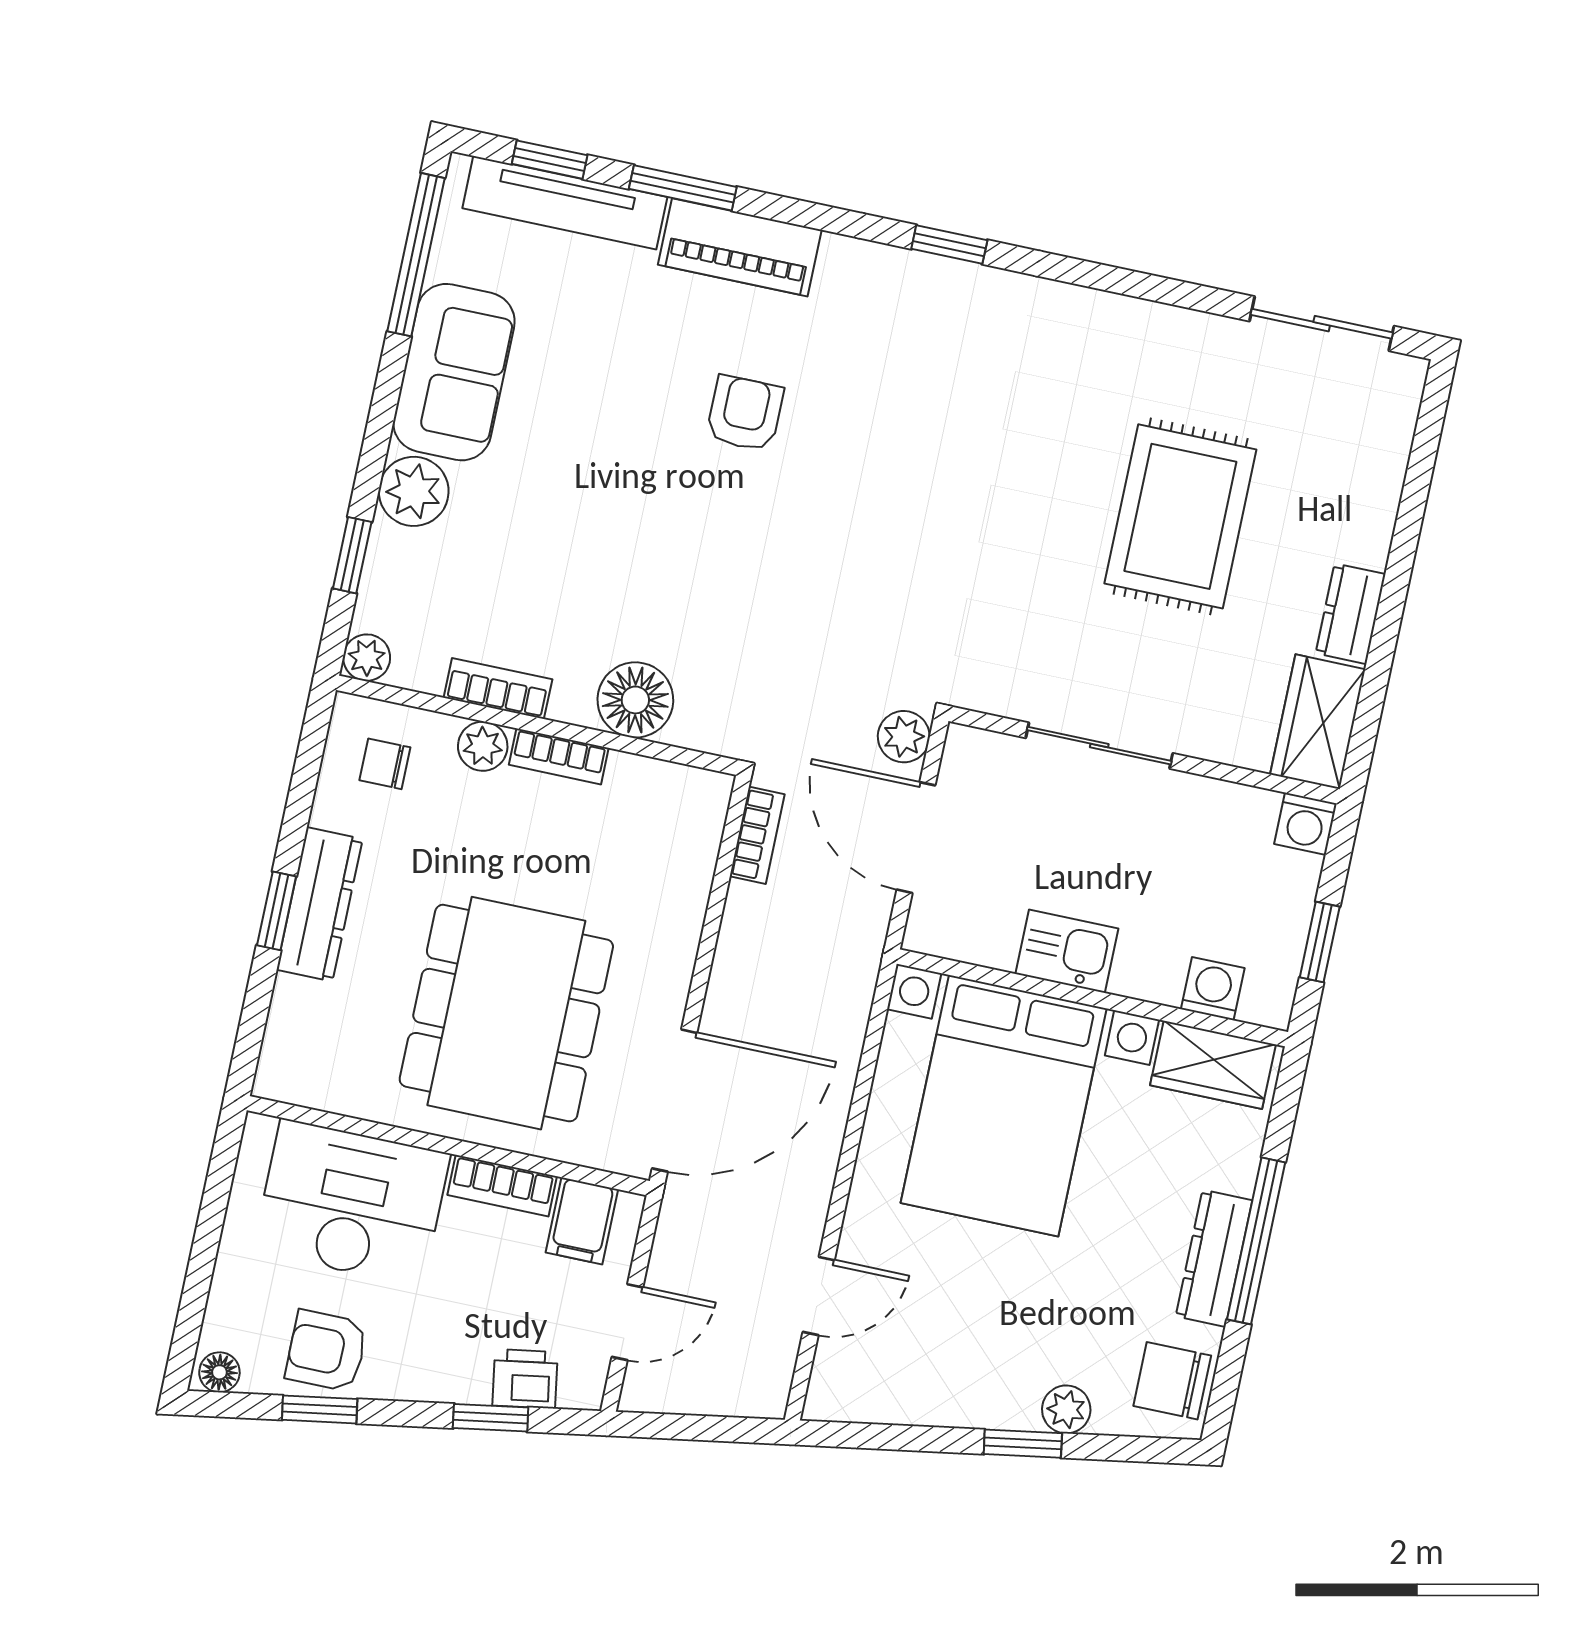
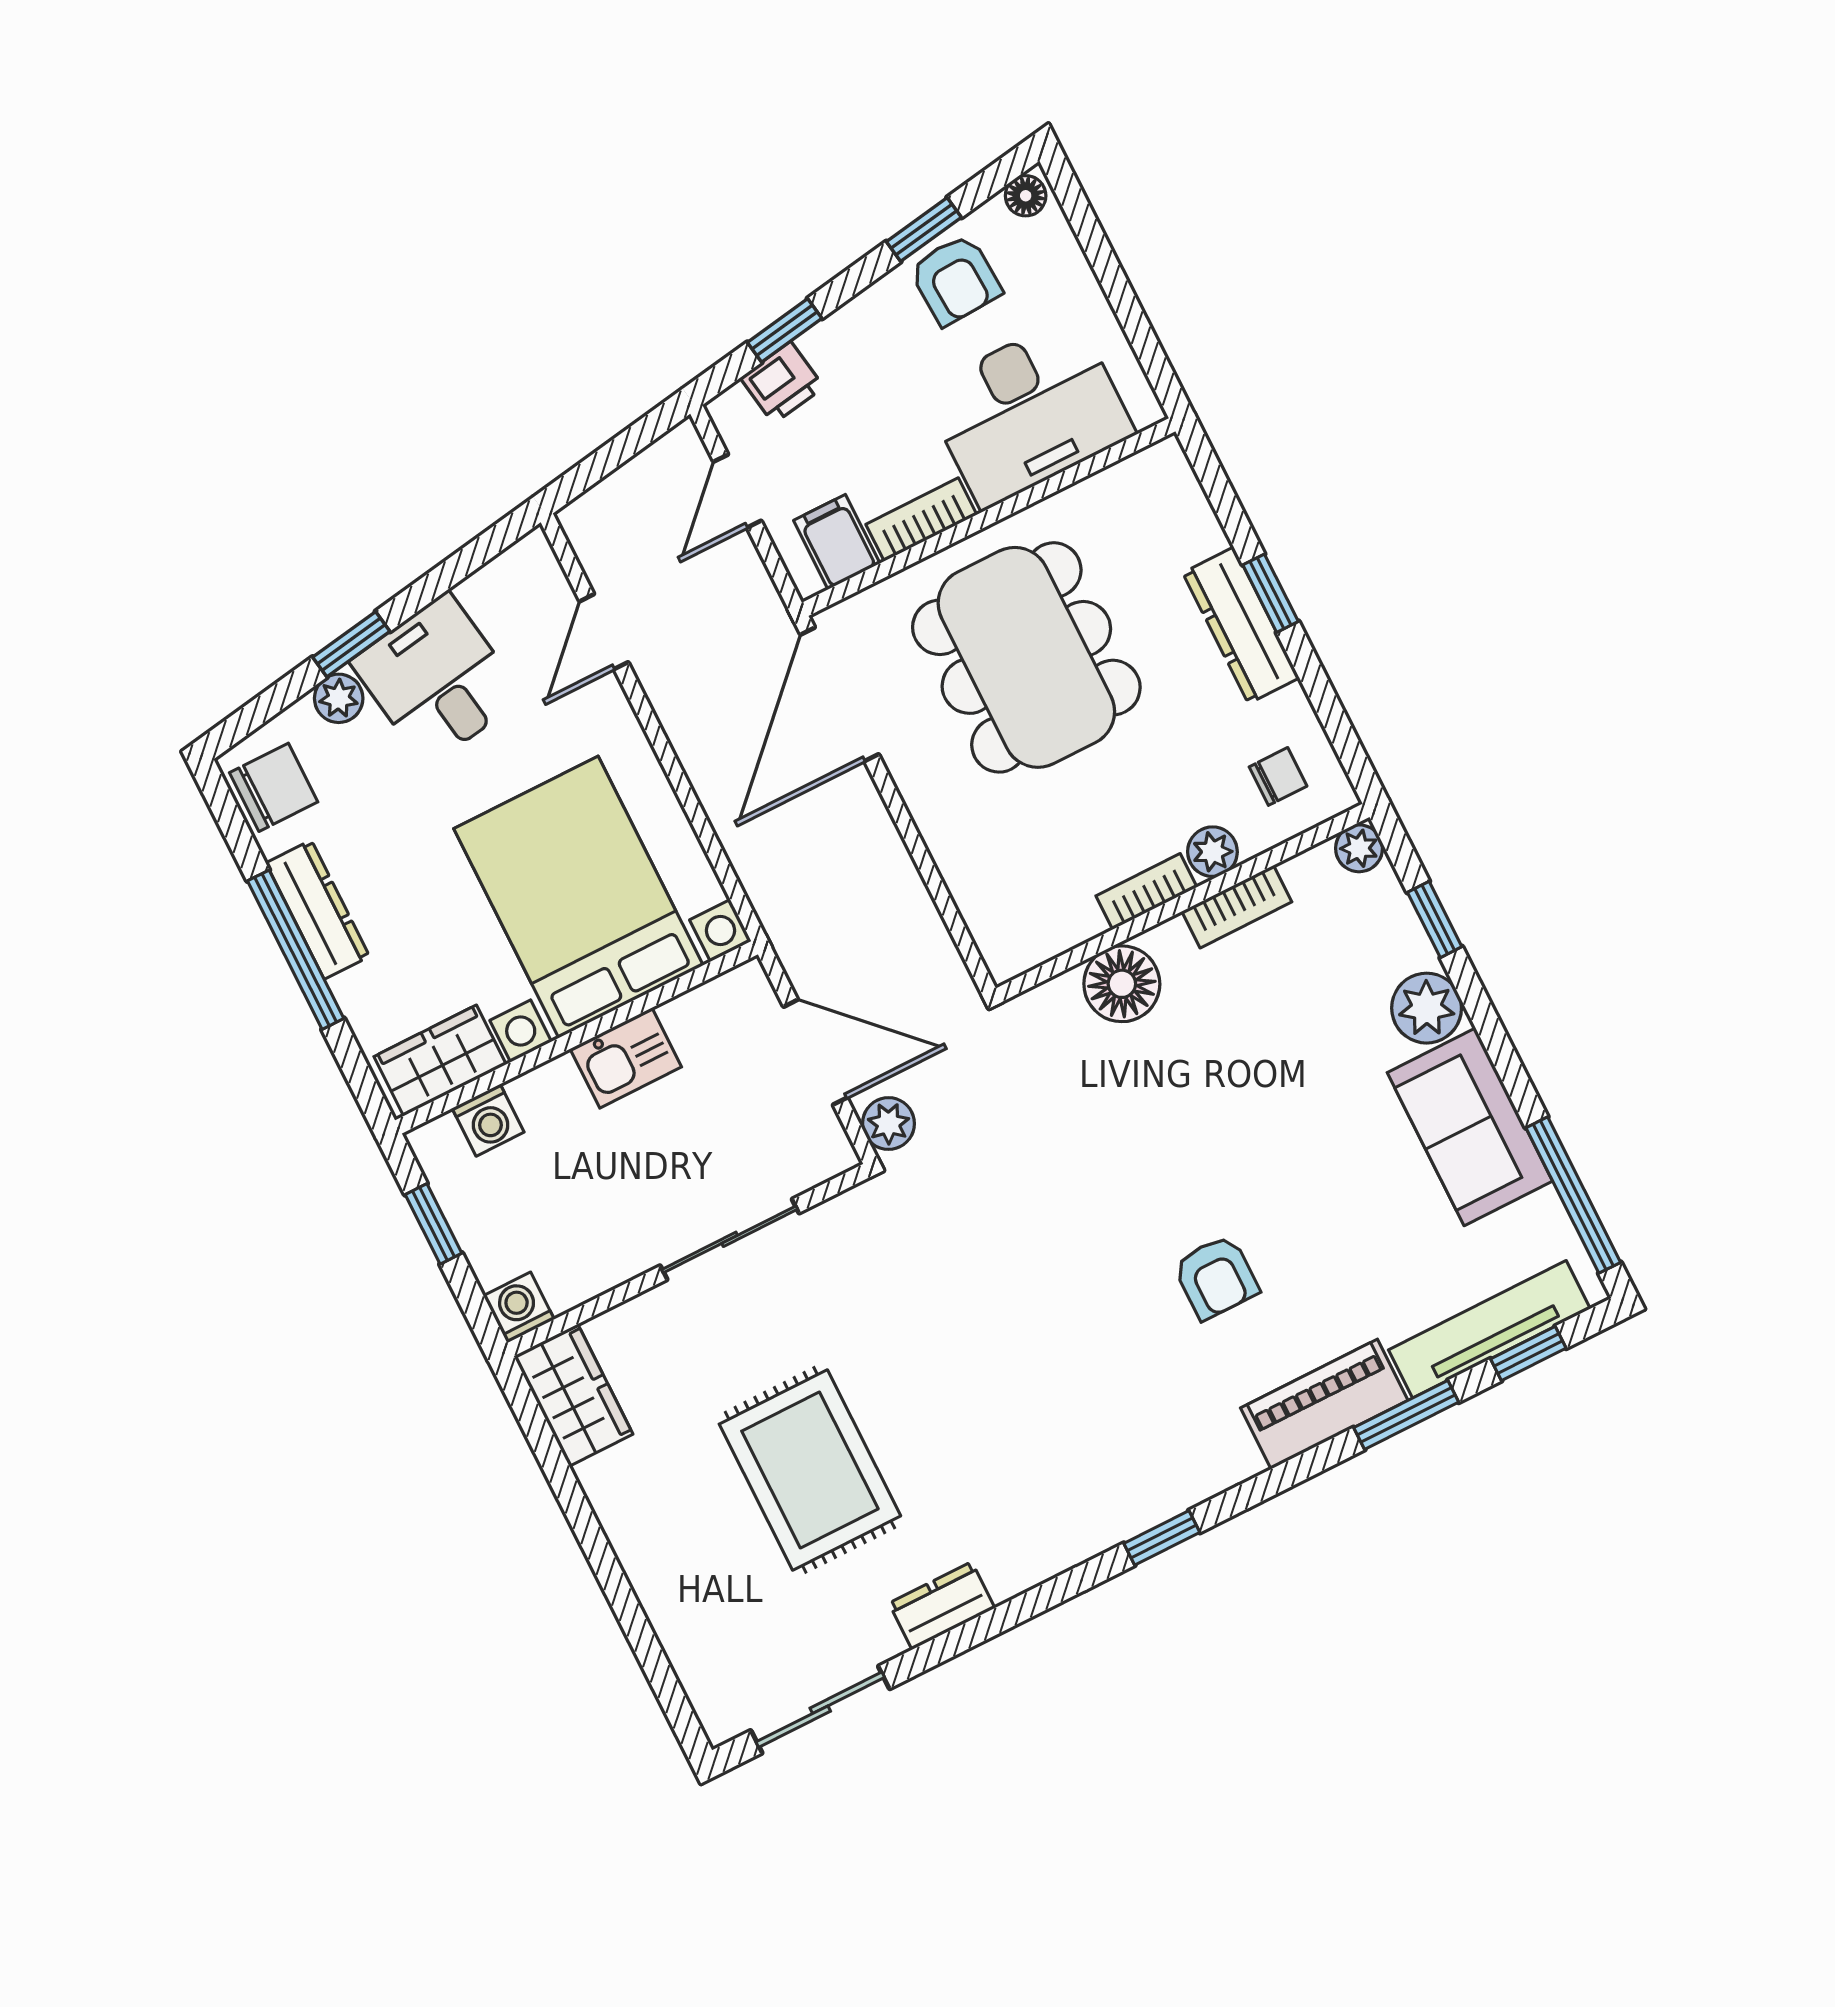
dresser: (1351, 614) -> (942, 1606), moved, turned -90
bookcase: (757, 835) -> (941, 954), removed
armchair: (326, 1351) -> (955, 280), turned 87
desk: (978, 1363) -> (437, 679), added

